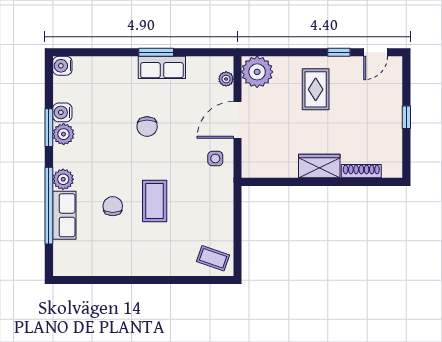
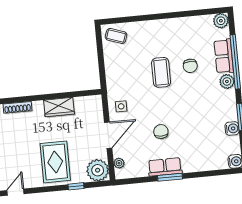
window: (339, 52) -> (76, 186), moved
rug: (316, 89) -> (55, 162), width x1.36, depth x1.43
chair: (147, 126) -> (161, 132), moved
plant: (64, 134) -> (221, 21), moved
wardrobe: (319, 166) -> (59, 107), moved

